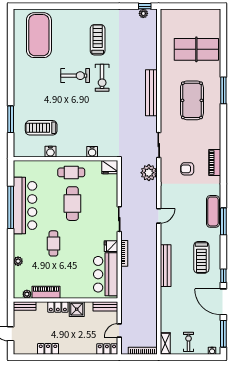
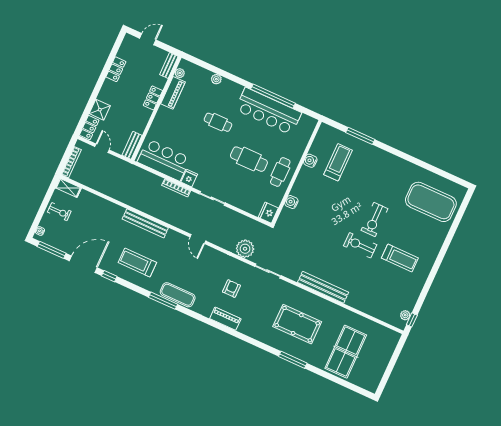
shower: (77, 309) -> (100, 110), moved

